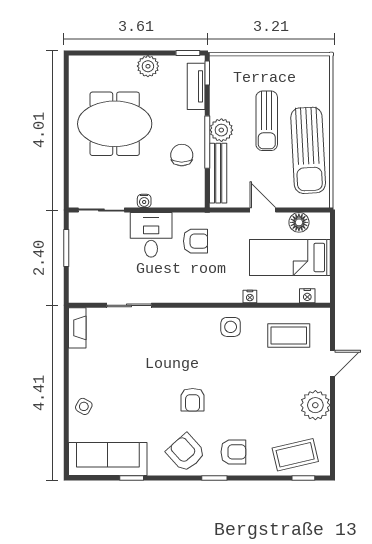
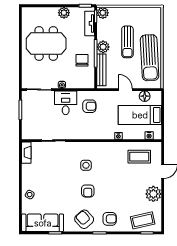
plant: (221, 66) -> (103, 13), added
side table: (231, 327) -> (86, 165), moved

